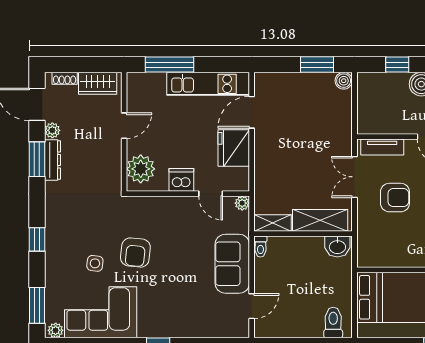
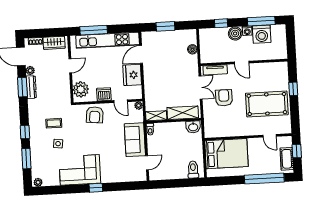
window: (317, 65) -> (165, 26), moved
boiler: (344, 81) -> (192, 49), moved
kitchen unit: (208, 84) -> (108, 40), width x1.36
double door: (354, 177) -> (201, 87), swing flipped
armchair: (395, 198) -> (224, 98), turned -90
coffee table: (89, 227) -> (54, 123), added
armchair: (135, 253) -> (95, 115), moved
window: (37, 305) -> (26, 159), moved
corner sofa: (101, 312) -> (80, 170), moved

